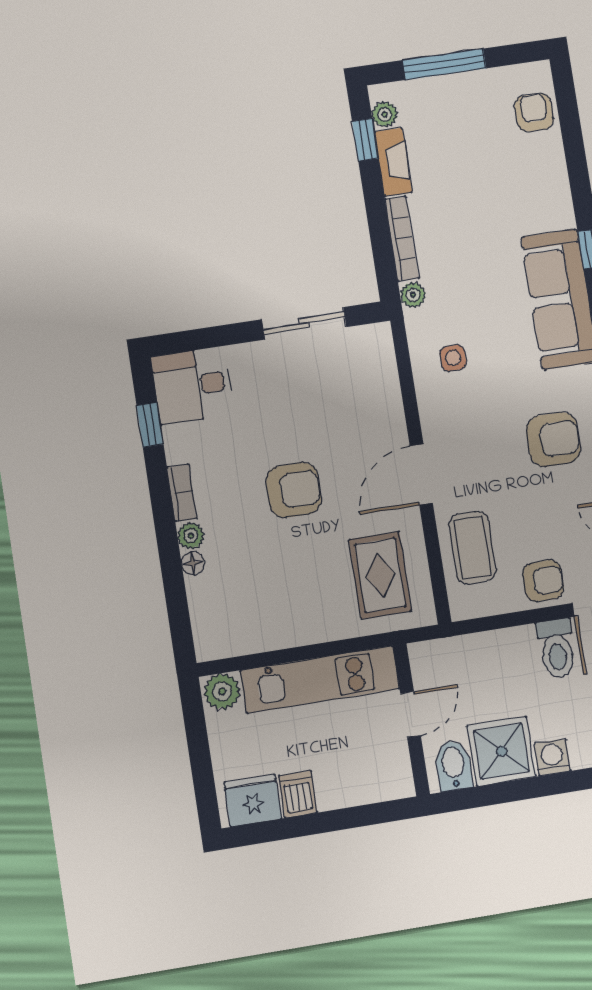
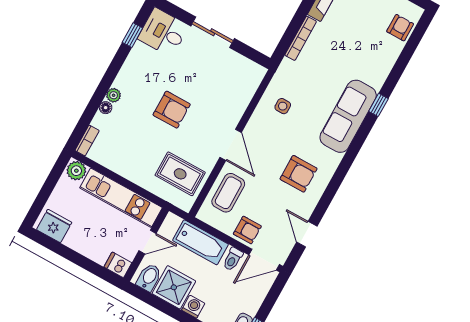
plant: (413, 295) -> (287, 66), removed
sliding door: (304, 323) -> (213, 32), moved
door: (421, 474) -> (231, 145), swing flipped
bookcase: (182, 493) -> (87, 140), moved
rug: (380, 575) -> (180, 174), turned 90
toilet: (557, 649) -> (233, 259), width x0.73, depth x0.72
bathtub: (489, 653) -> (200, 242), added
dishwasher: (298, 794) -> (118, 265), moved, turned -90

